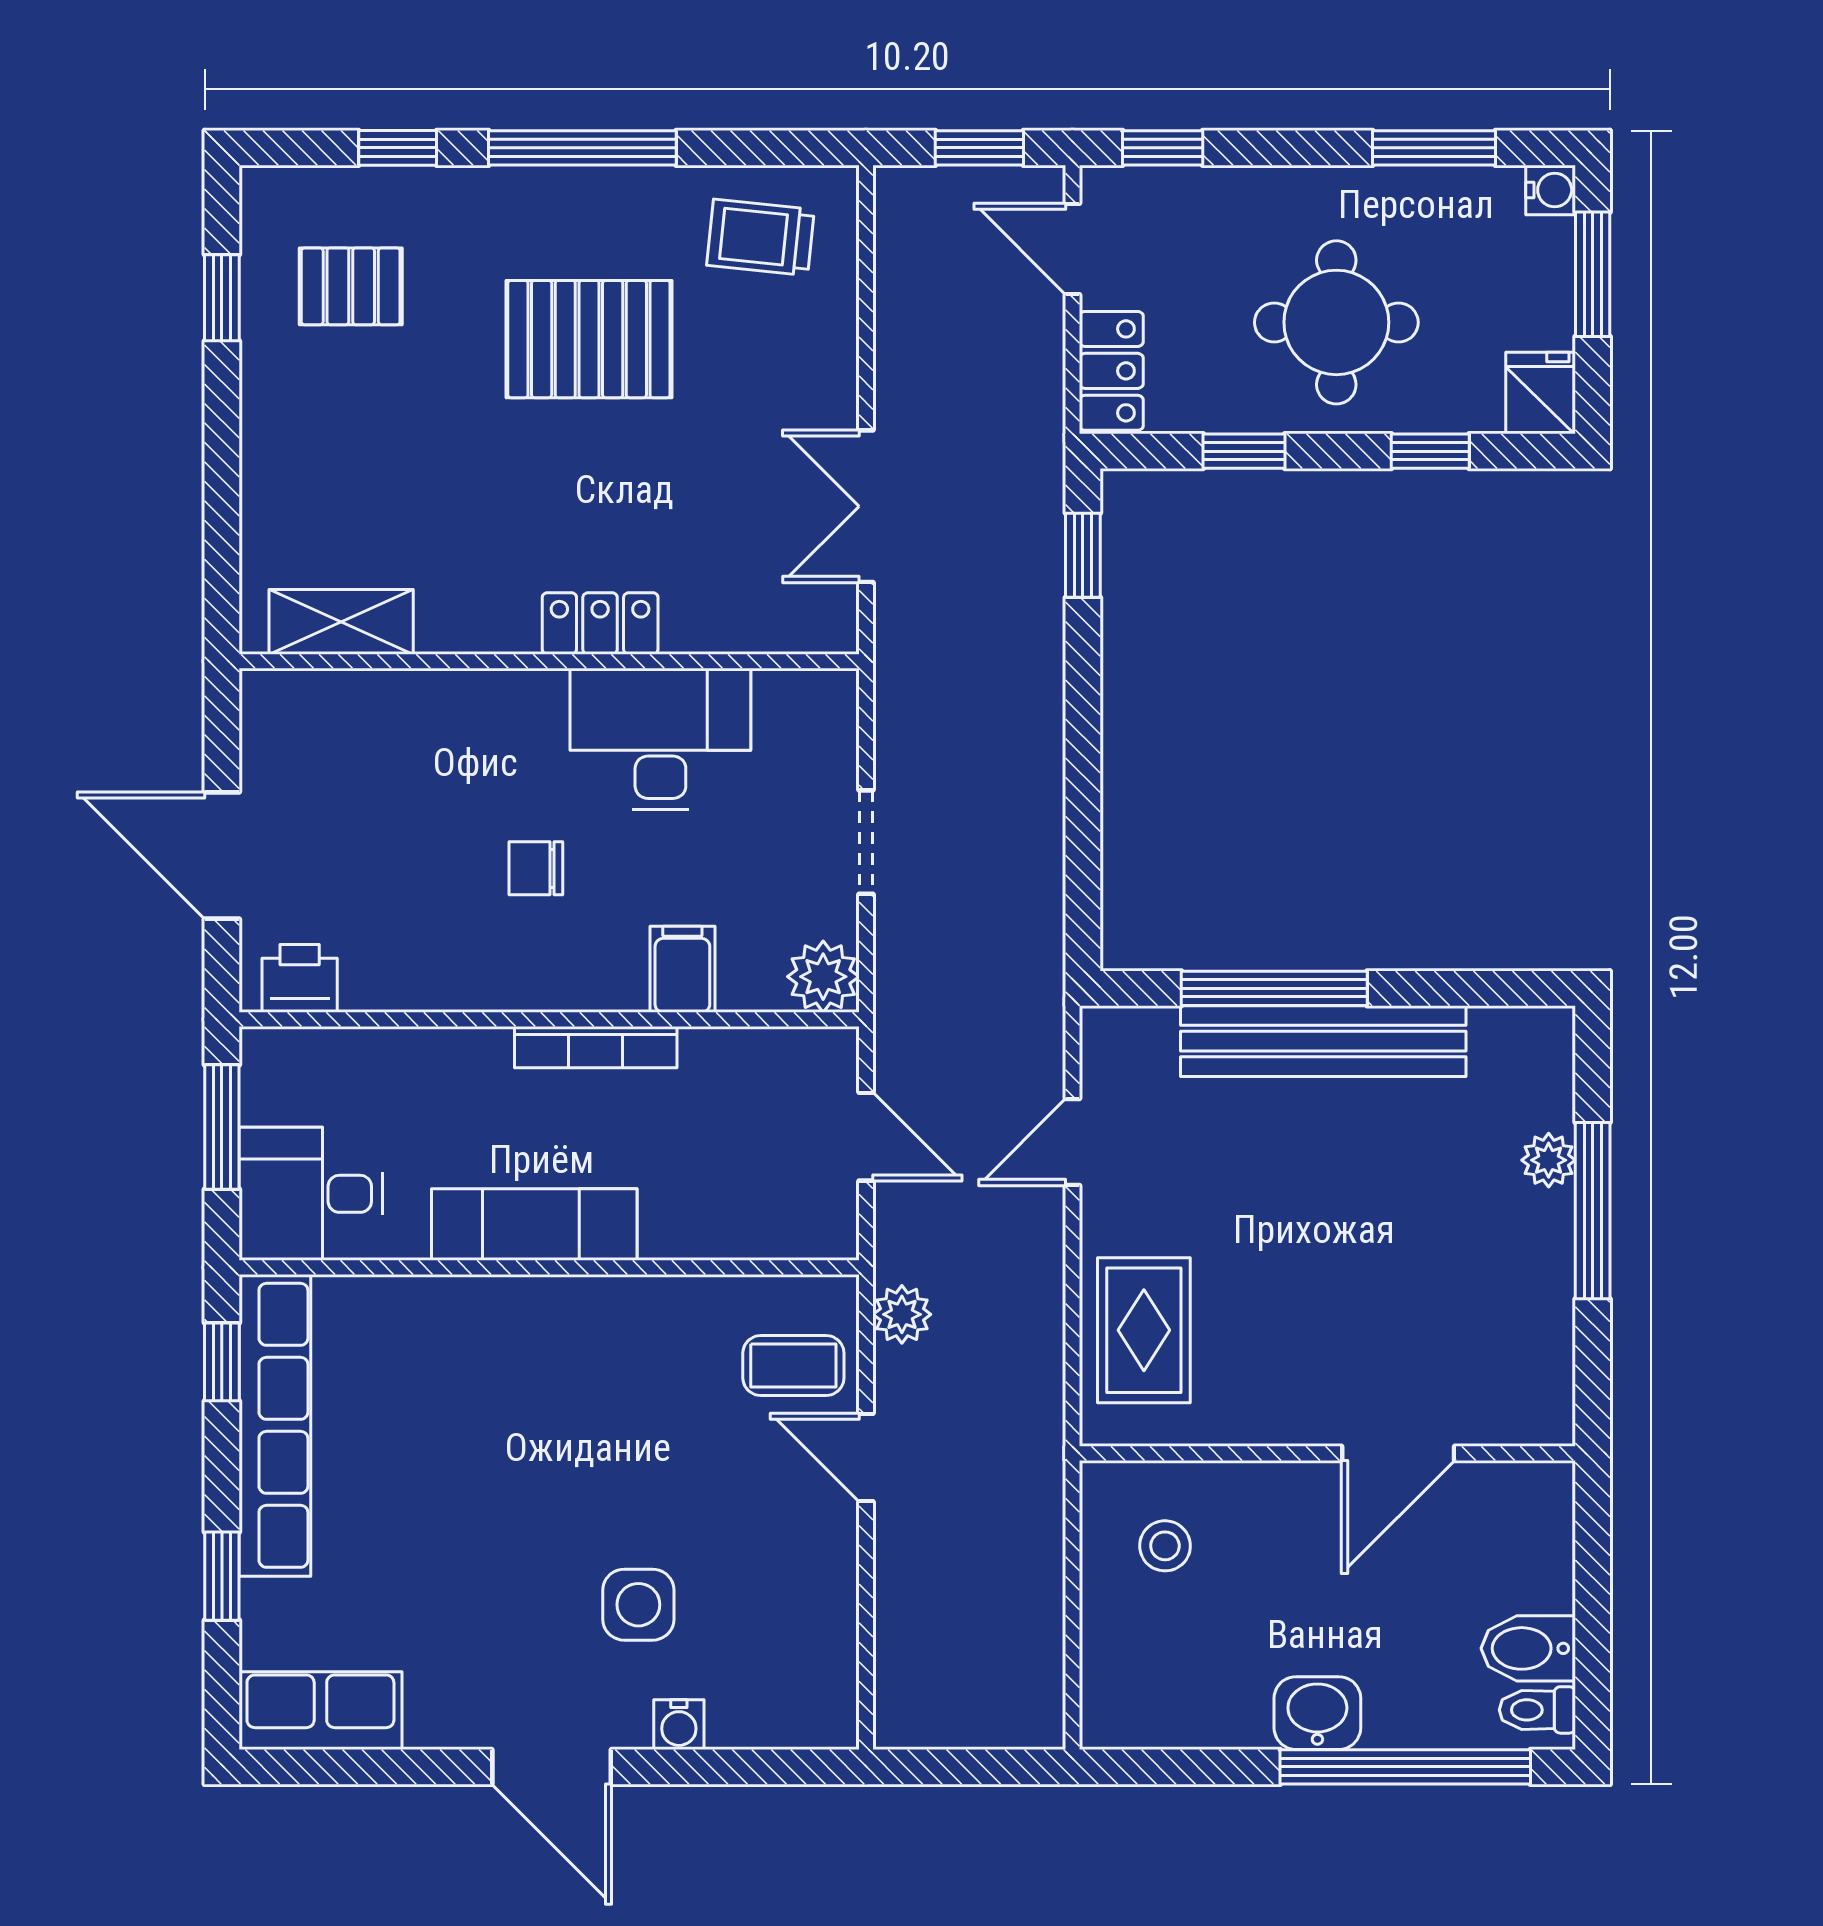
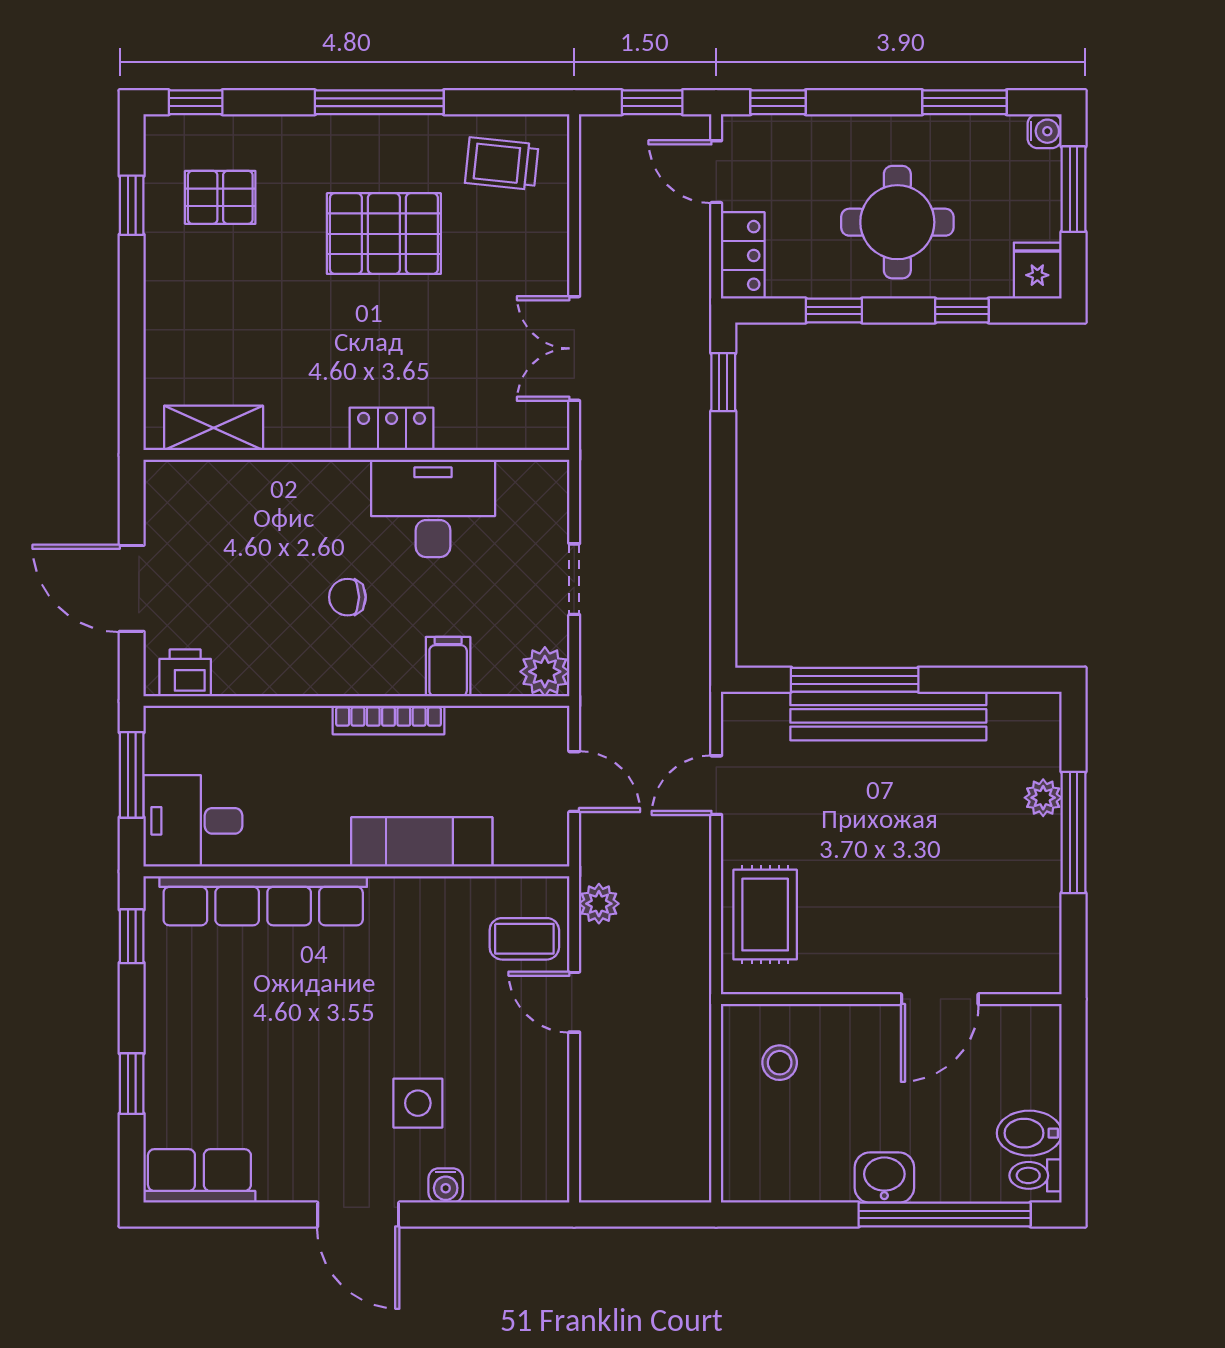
window: (398, 148) -> (196, 102), moved
exam couch: (534, 1225) -> (422, 842), moved
row of seats: (275, 1425) -> (263, 901), moved, turned 90

